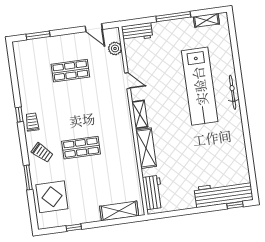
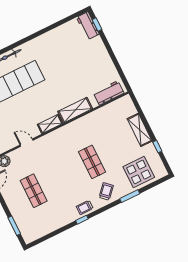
door: (128, 81) -> (26, 143), hinge flipped
workbench: (224, 194) -> (88, 26), width x0.53, depth x0.76
shelving: (119, 211) -> (140, 130), moved

